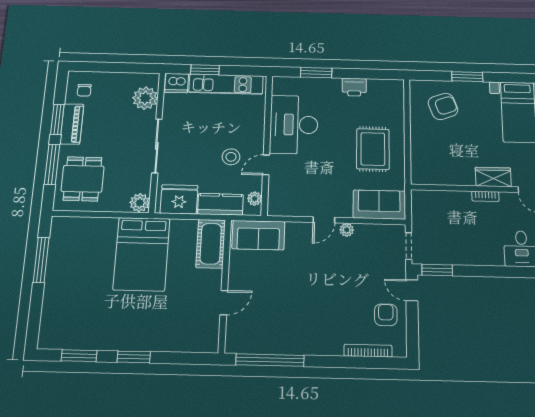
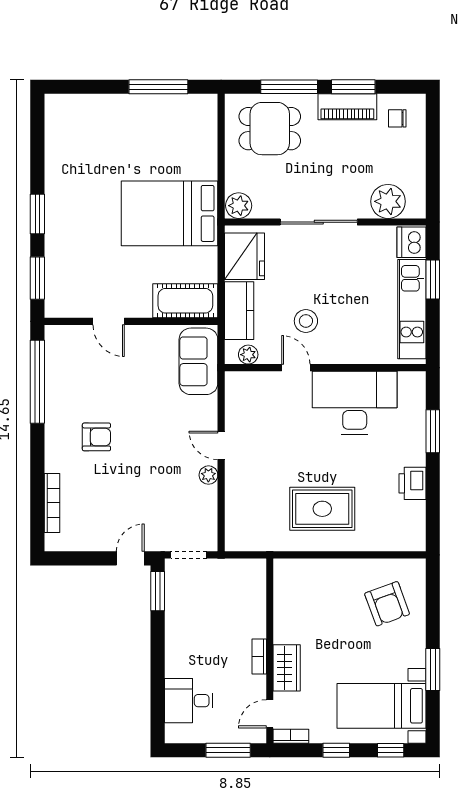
window: (467, 77) -> (433, 669), moved
sofa: (379, 205) -> (244, 517), removed
armchair: (386, 315) -> (96, 437), moved
window: (79, 356) -> (37, 278), moved

